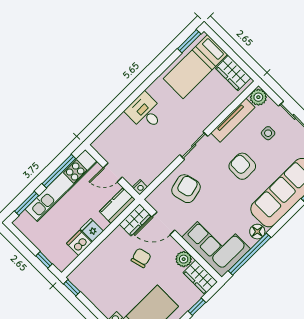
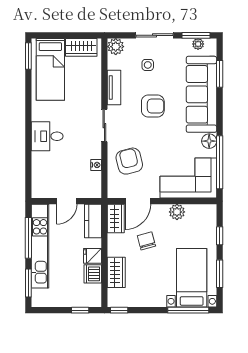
tv unit: (233, 120) -> (114, 88), width x0.71
armchair: (242, 166) -> (153, 106), turned 180
nightstand: (140, 187) -> (96, 165), moved
wardrobe: (200, 277) -> (116, 272), moved, turned -90

